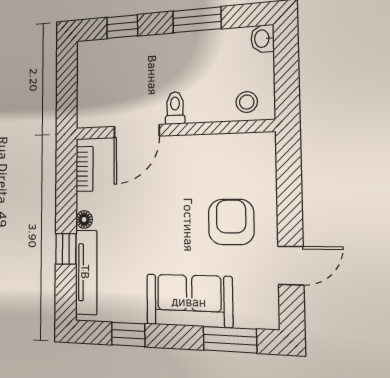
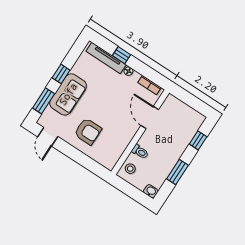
toilet: (175, 108) -> (140, 152), moved
door: (291, 266) -> (48, 137), moved
window: (128, 334) -> (61, 74), moved

